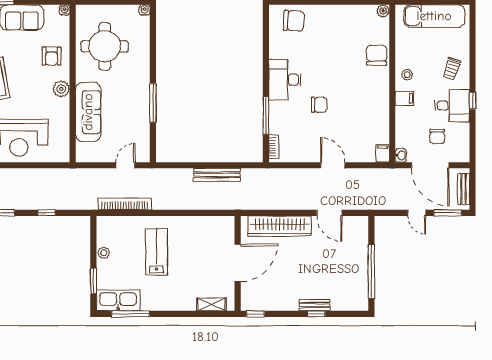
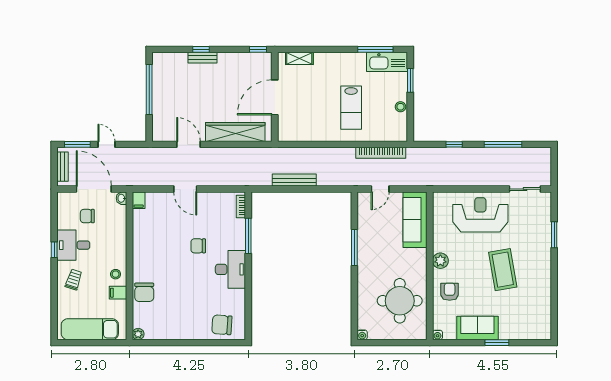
filing cabinet: (404, 98) -> (118, 293), moved
sofa: (88, 112) -> (415, 220), moved
chair: (437, 136) -> (87, 216), turned -90

